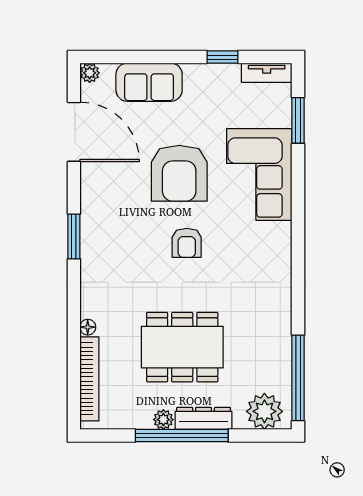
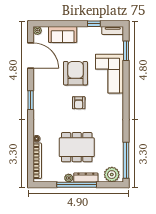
armchair: (179, 173) -> (75, 73), turned 180

